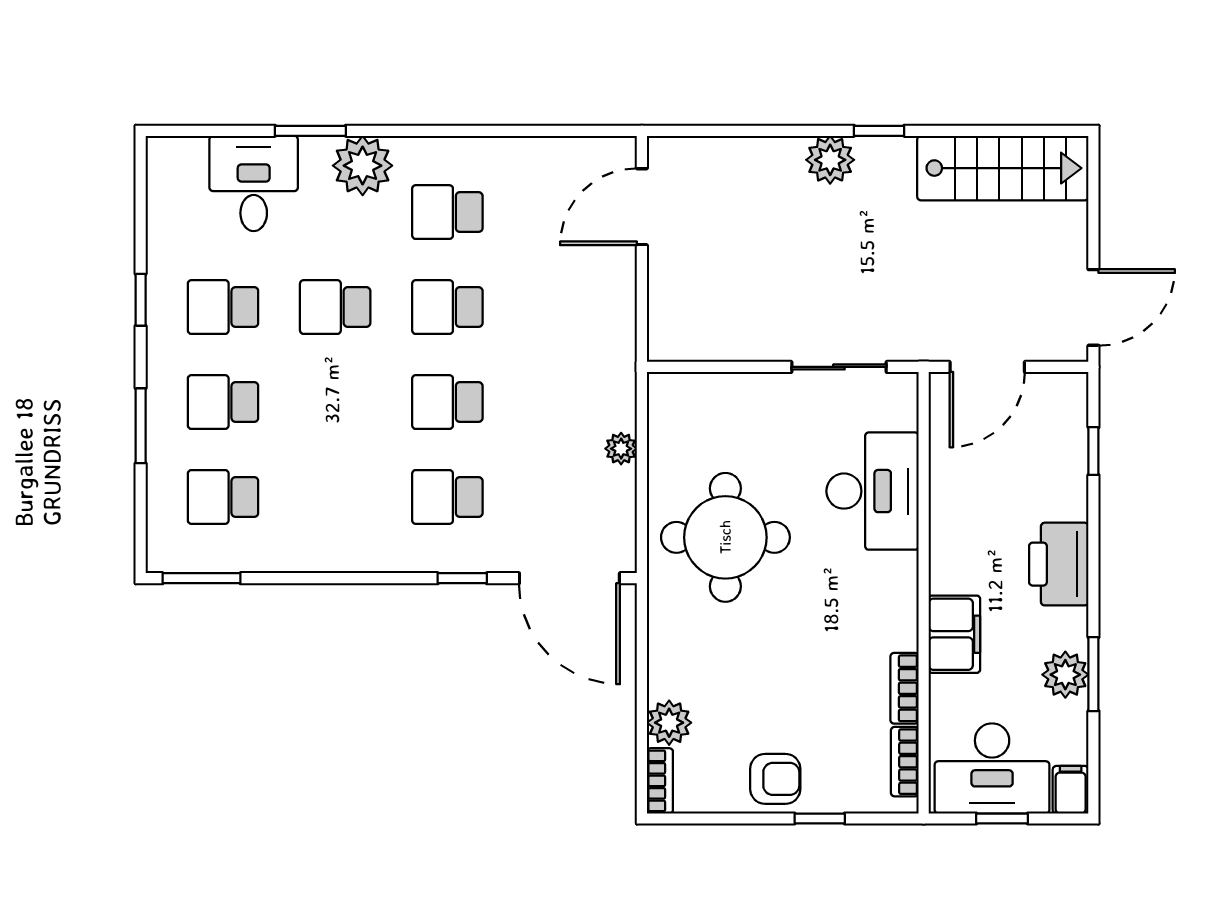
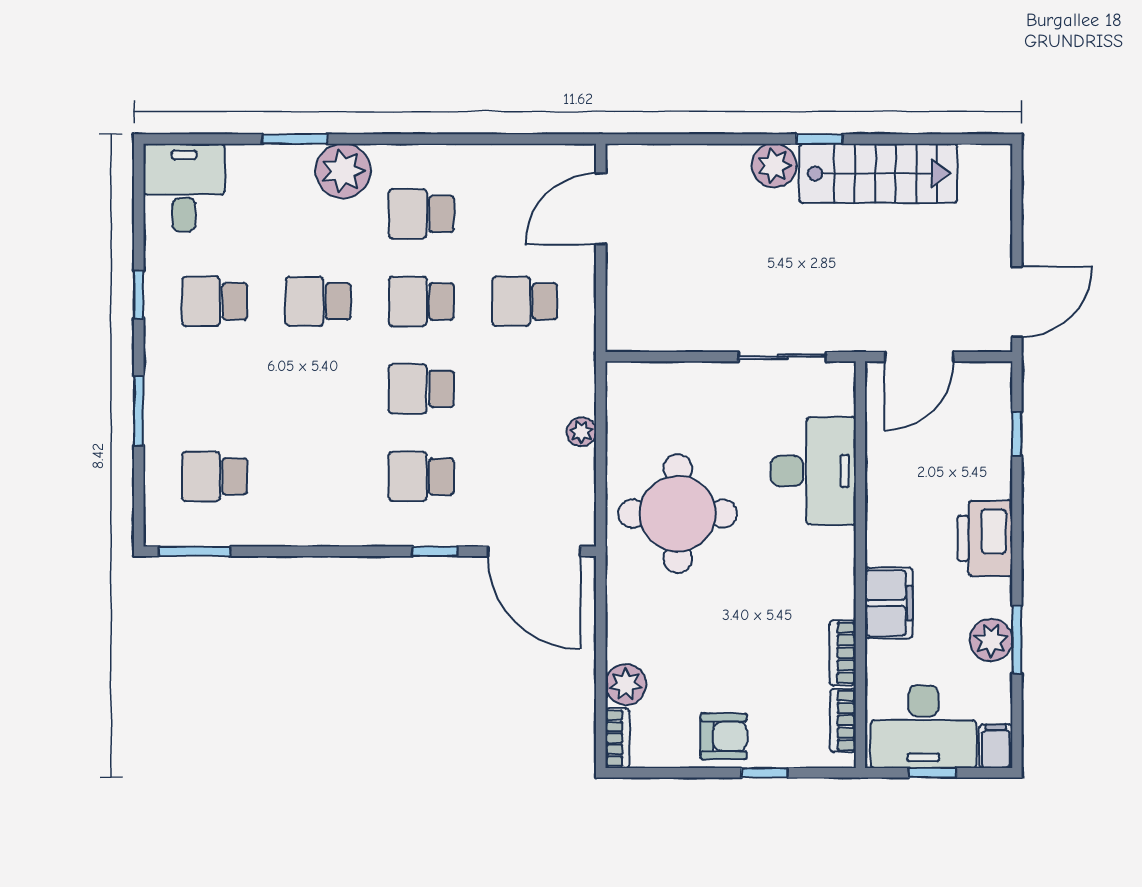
stairs: (1003, 168) -> (878, 173), moved
desk: (254, 183) -> (184, 187), moved
school desk: (223, 402) -> (525, 301), moved

